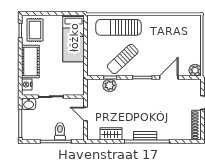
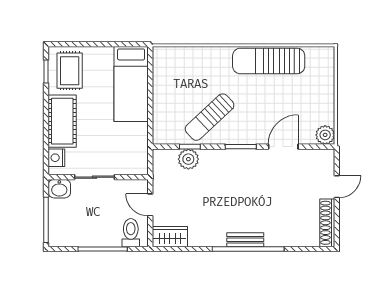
sun lounger: (119, 27) -> (269, 61), moved
toilet: (60, 131) -> (131, 233), moved
wardrobe: (111, 134) -> (170, 237), moved

